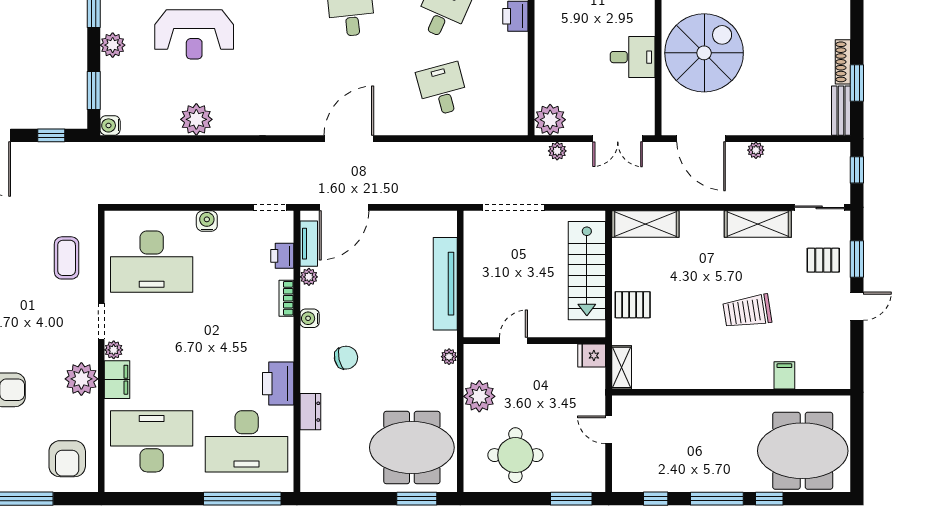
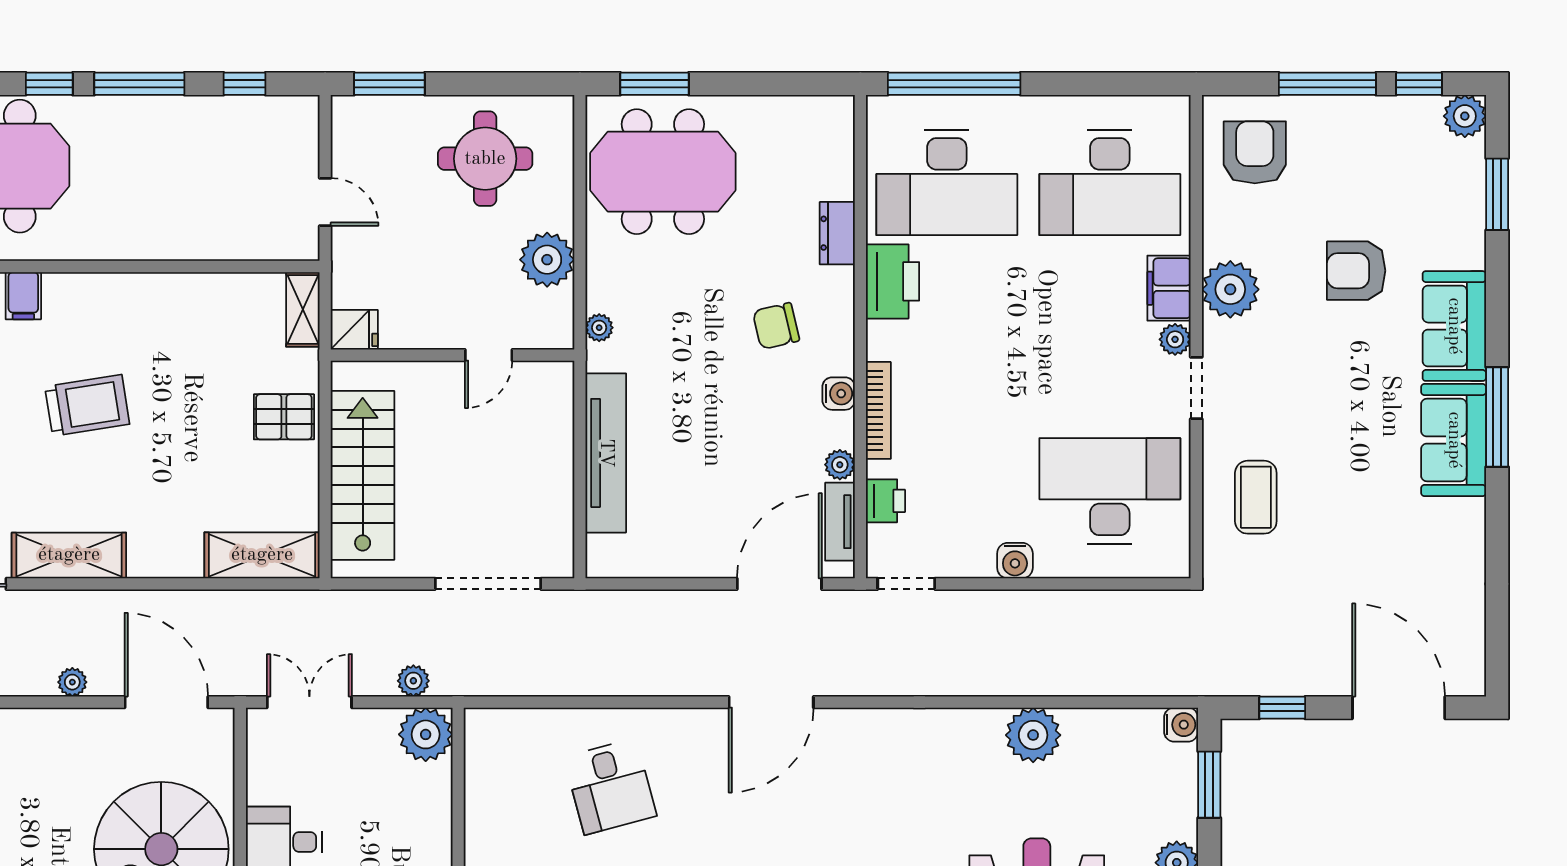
bookcase: (286, 298) -> (878, 410), width x1.56
desk: (247, 441) -> (947, 182), turned 180

